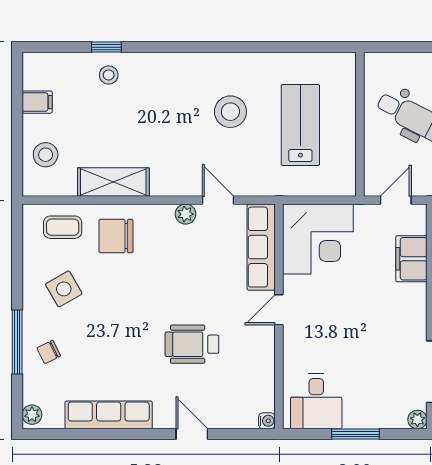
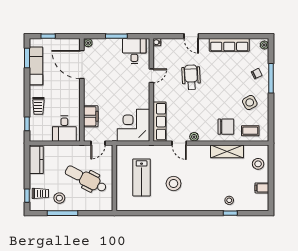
door: (279, 310) -> (151, 76), moved
wheelchair: (192, 344) -> (191, 77), turned -93

